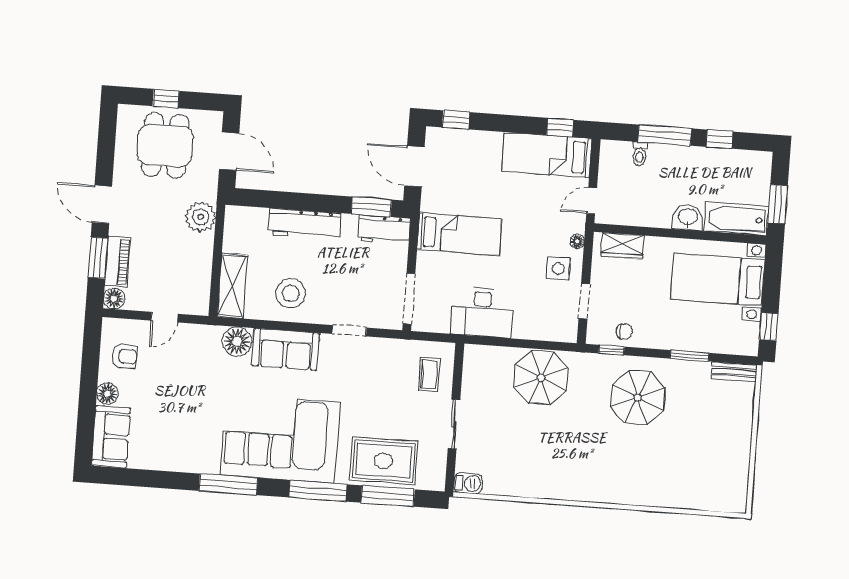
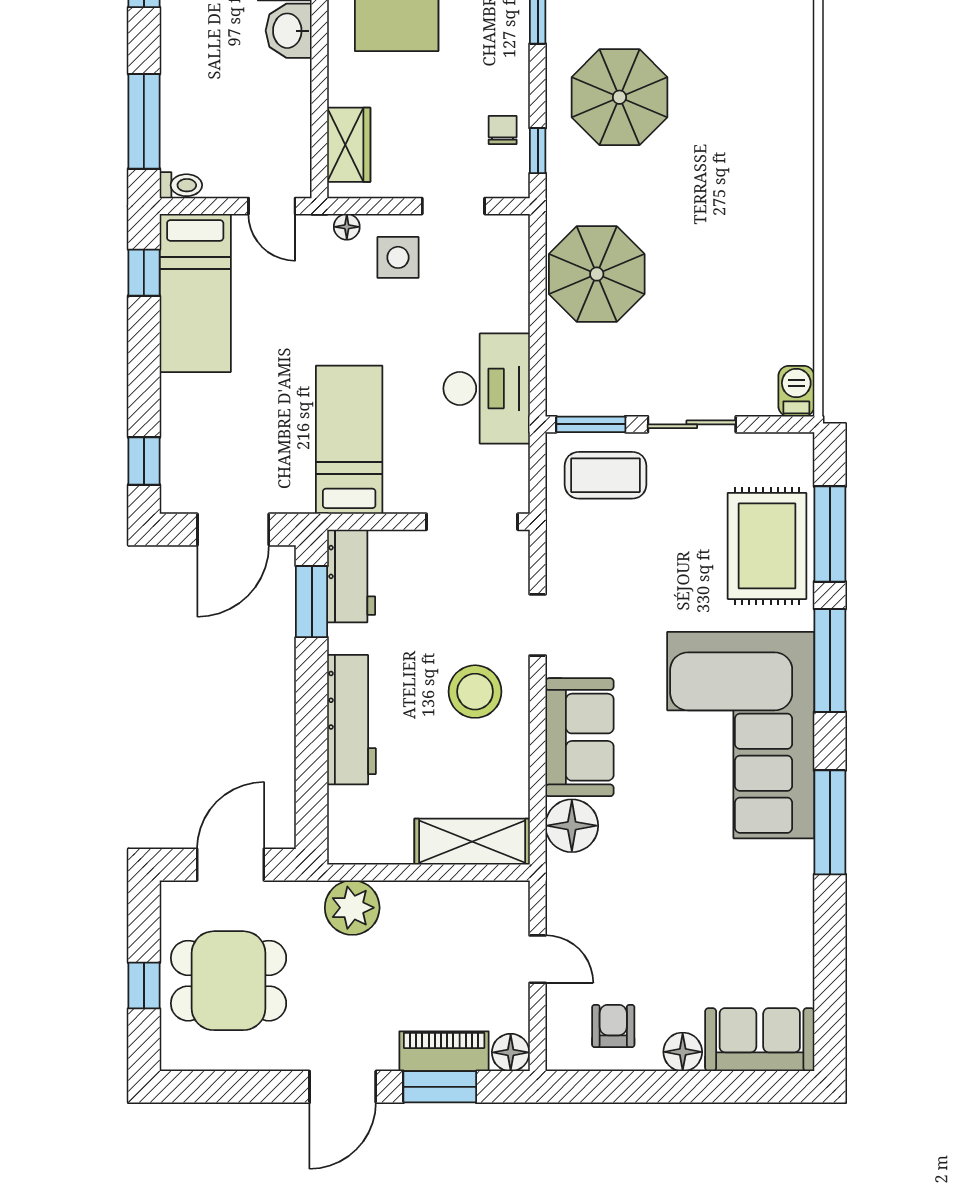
window: (665, 135) -> (144, 121), moved
toilet: (640, 154) -> (181, 185), moved
stool: (291, 293) -> (475, 692), moved
window: (458, 368) -> (591, 424), added
coffee table: (429, 374) -> (606, 475), width x1.36, depth x1.30

